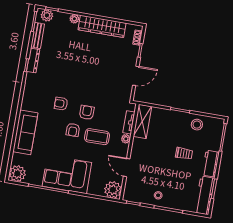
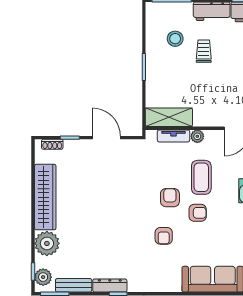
plant: (74, 19) -> (47, 243), width x1.88, depth x1.88
armchair: (87, 113) -> (170, 198), turned 90
stool: (197, 125) -> (175, 39), moved

